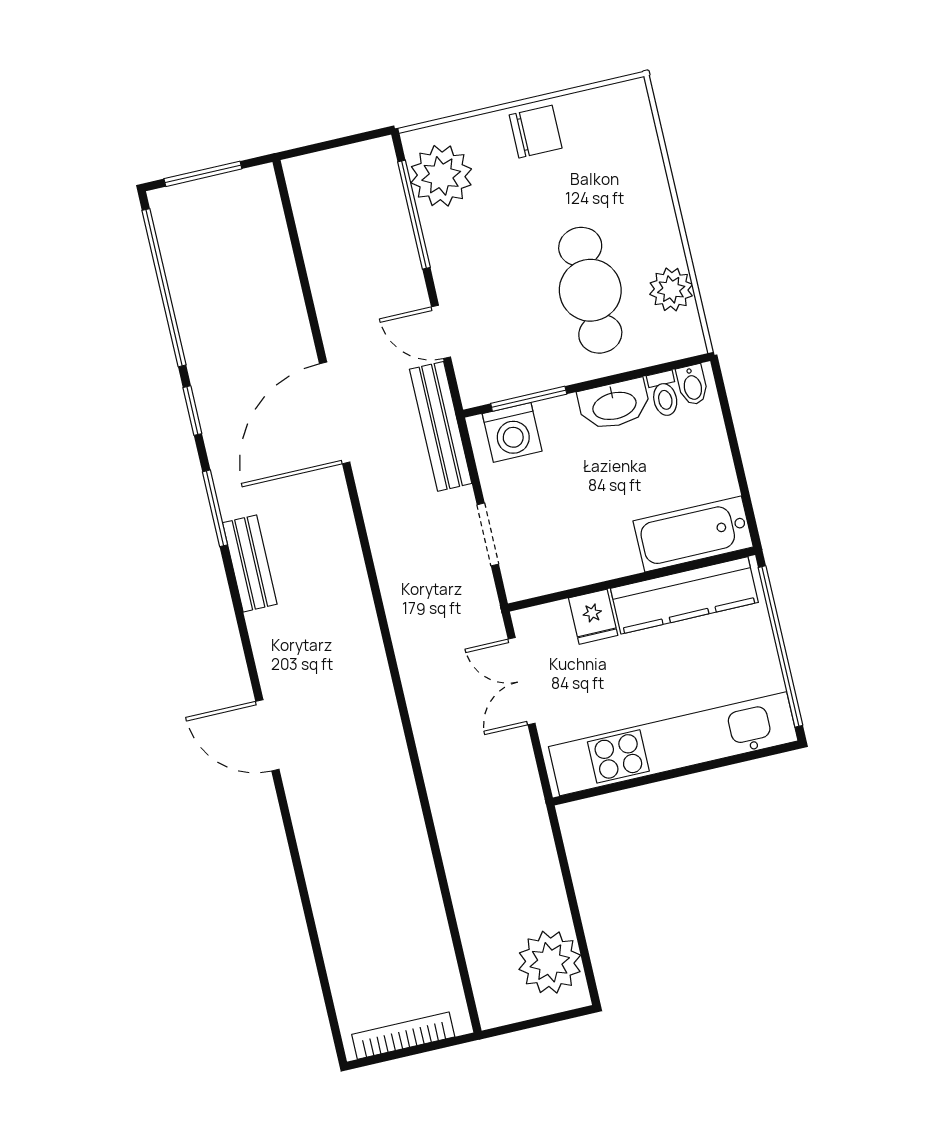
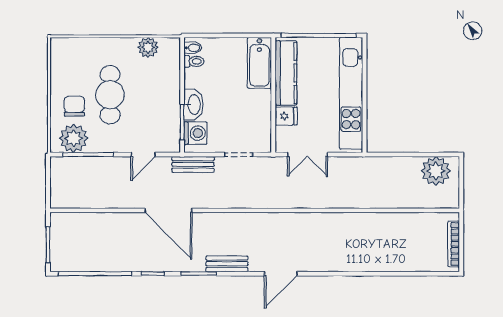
chair: (536, 132) -> (74, 106), moved
cafe table: (590, 290) -> (110, 95), moved, turned 90
washbasin: (614, 405) -> (194, 104), moved
bench: (441, 426) -> (193, 164), width x0.73
door: (267, 735) -> (281, 274), moved

